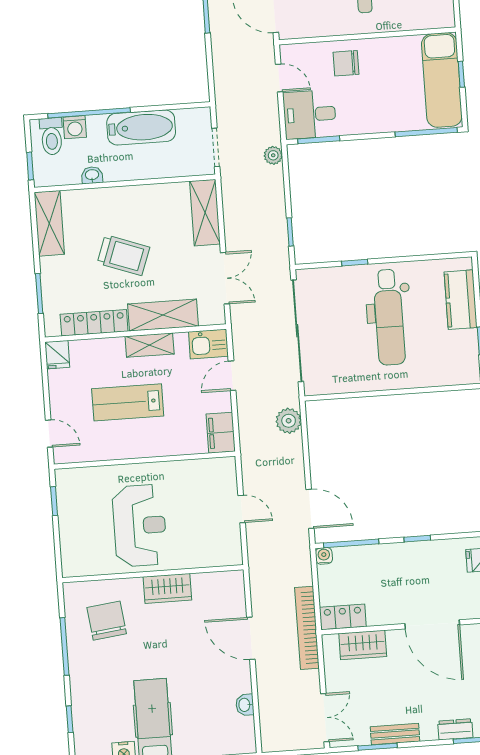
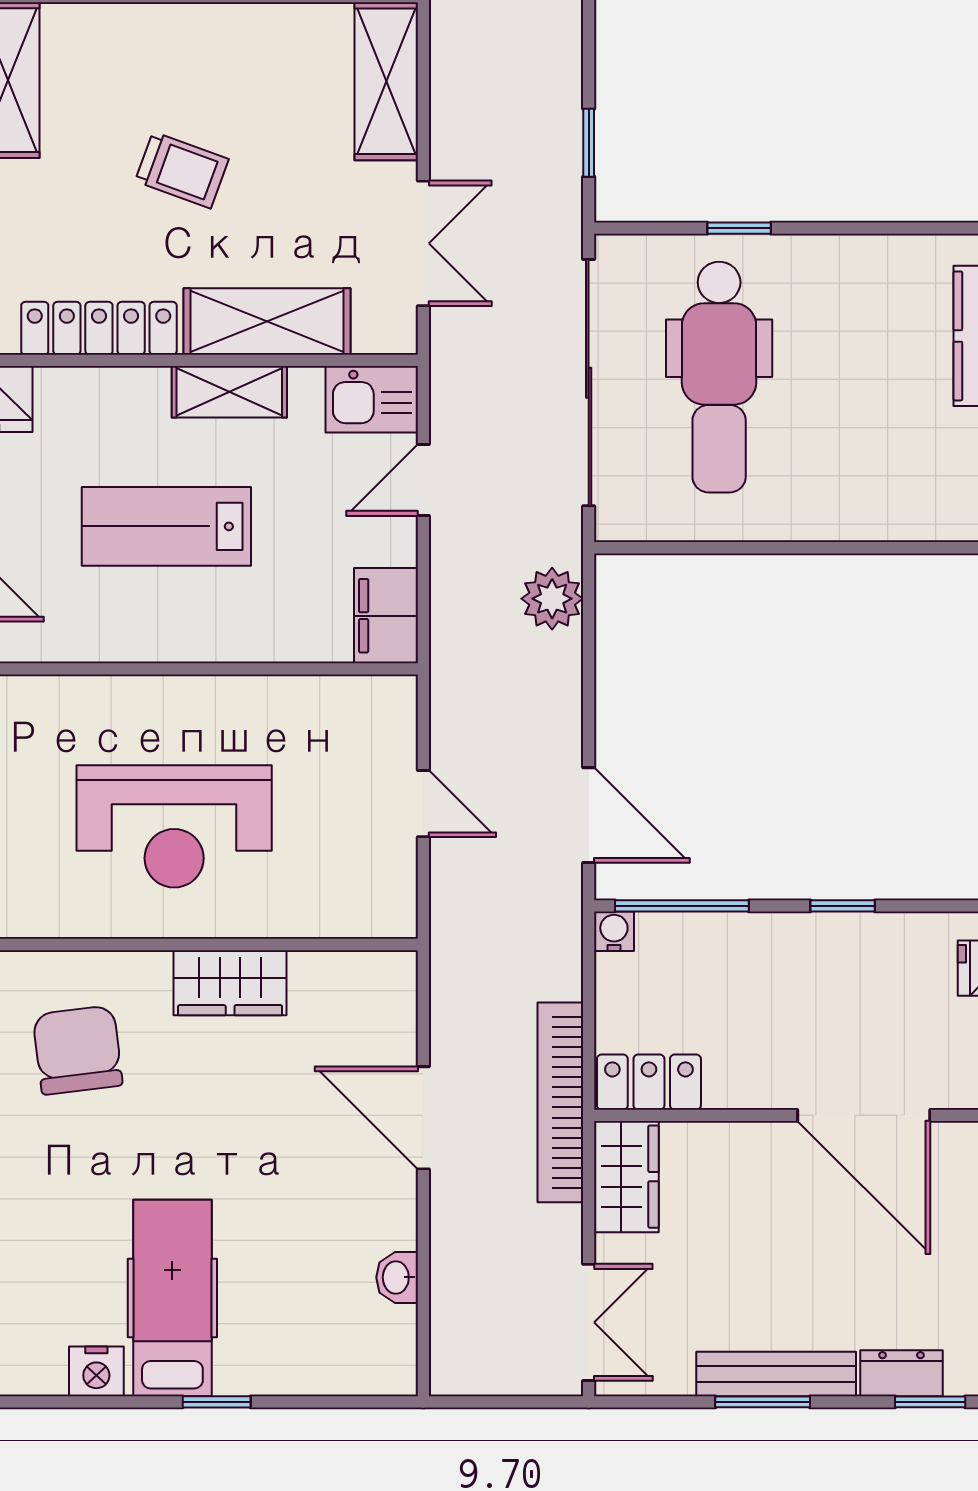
trolley: (124, 255) -> (182, 170), width x0.73, depth x0.72
dental chair: (389, 317) -> (719, 377), moved
reception desk: (140, 526) -> (174, 826), turned 90
wardrobe: (363, 645) -> (626, 1177), moved, turned -90
bench: (395, 734) -> (776, 1374), width x1.36
window: (378, 747) -> (763, 1402), moved

